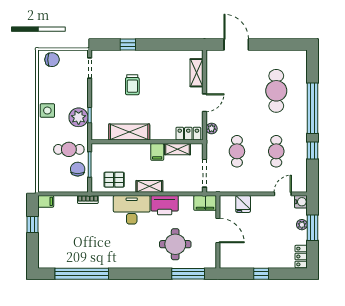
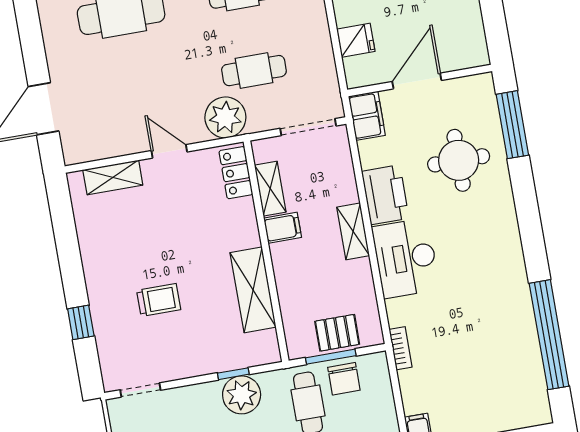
plant: (212, 128) -> (225, 117), width x1.88, depth x1.88
chair: (78, 169) -> (344, 379), turned -90
pallet: (114, 180) -> (337, 333), moved, turned 90

